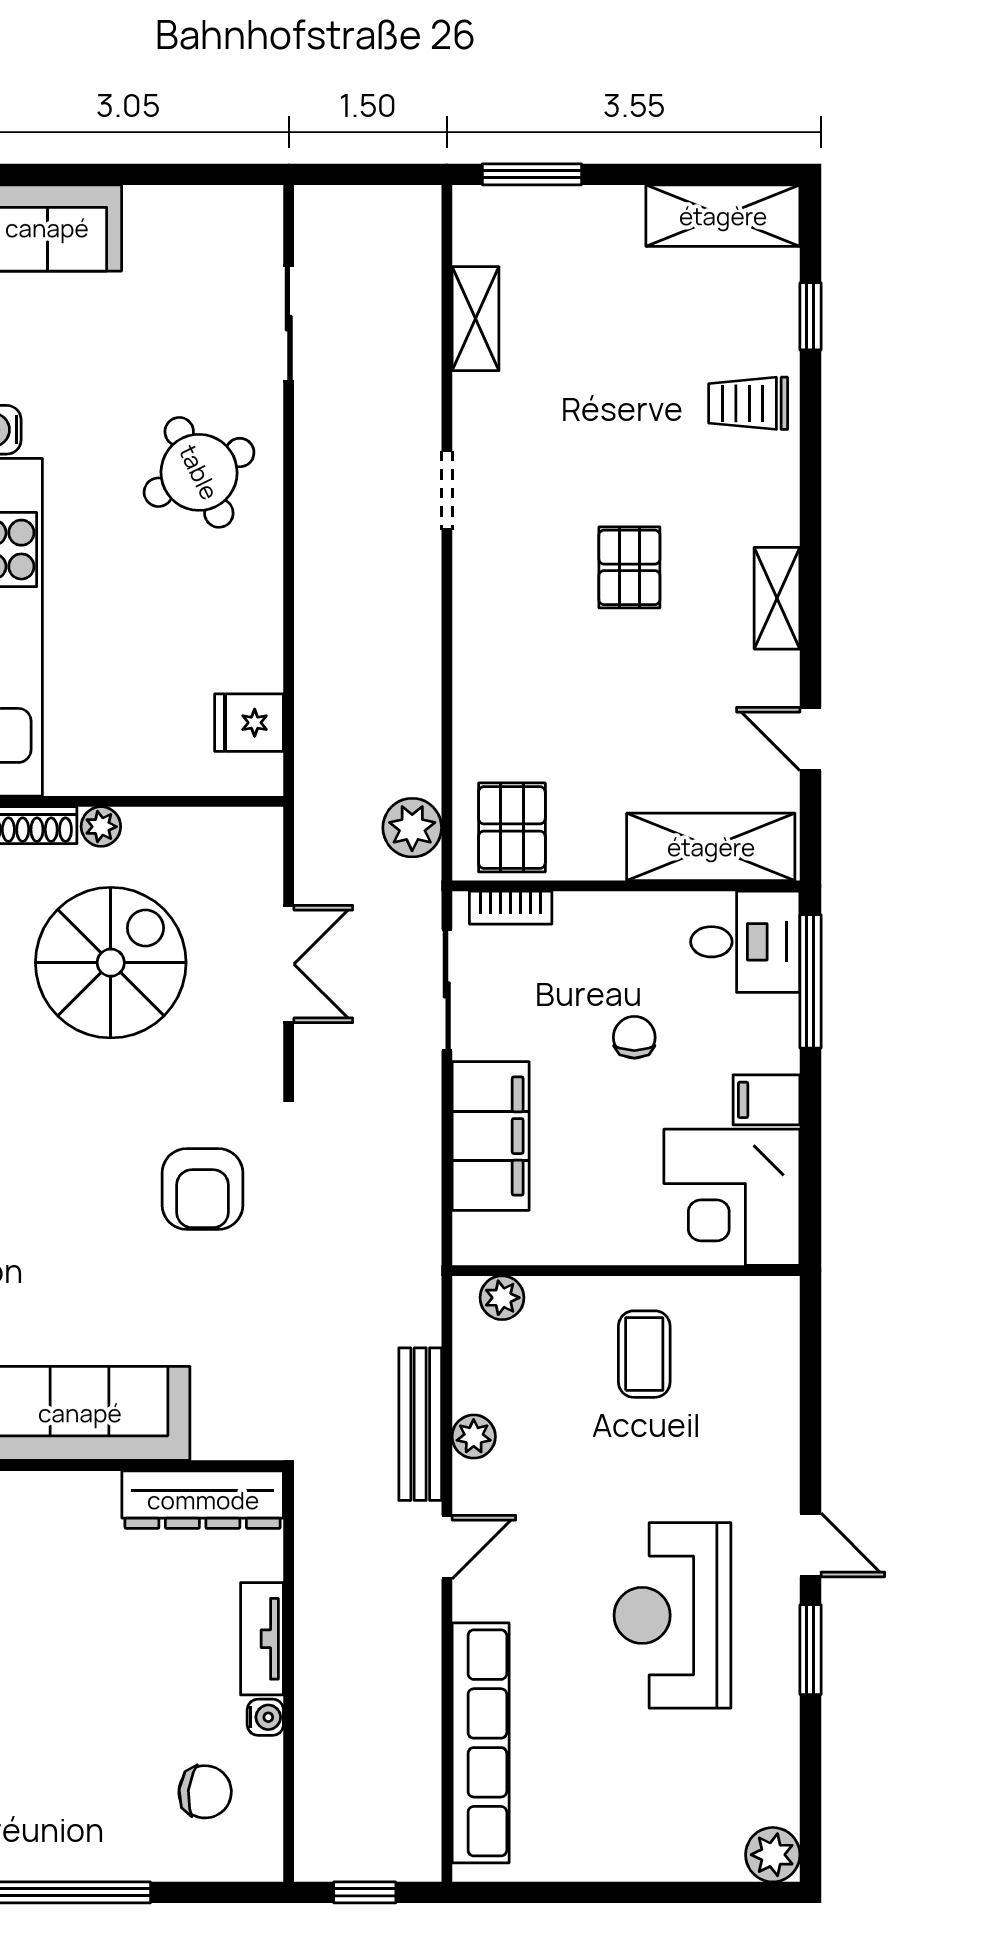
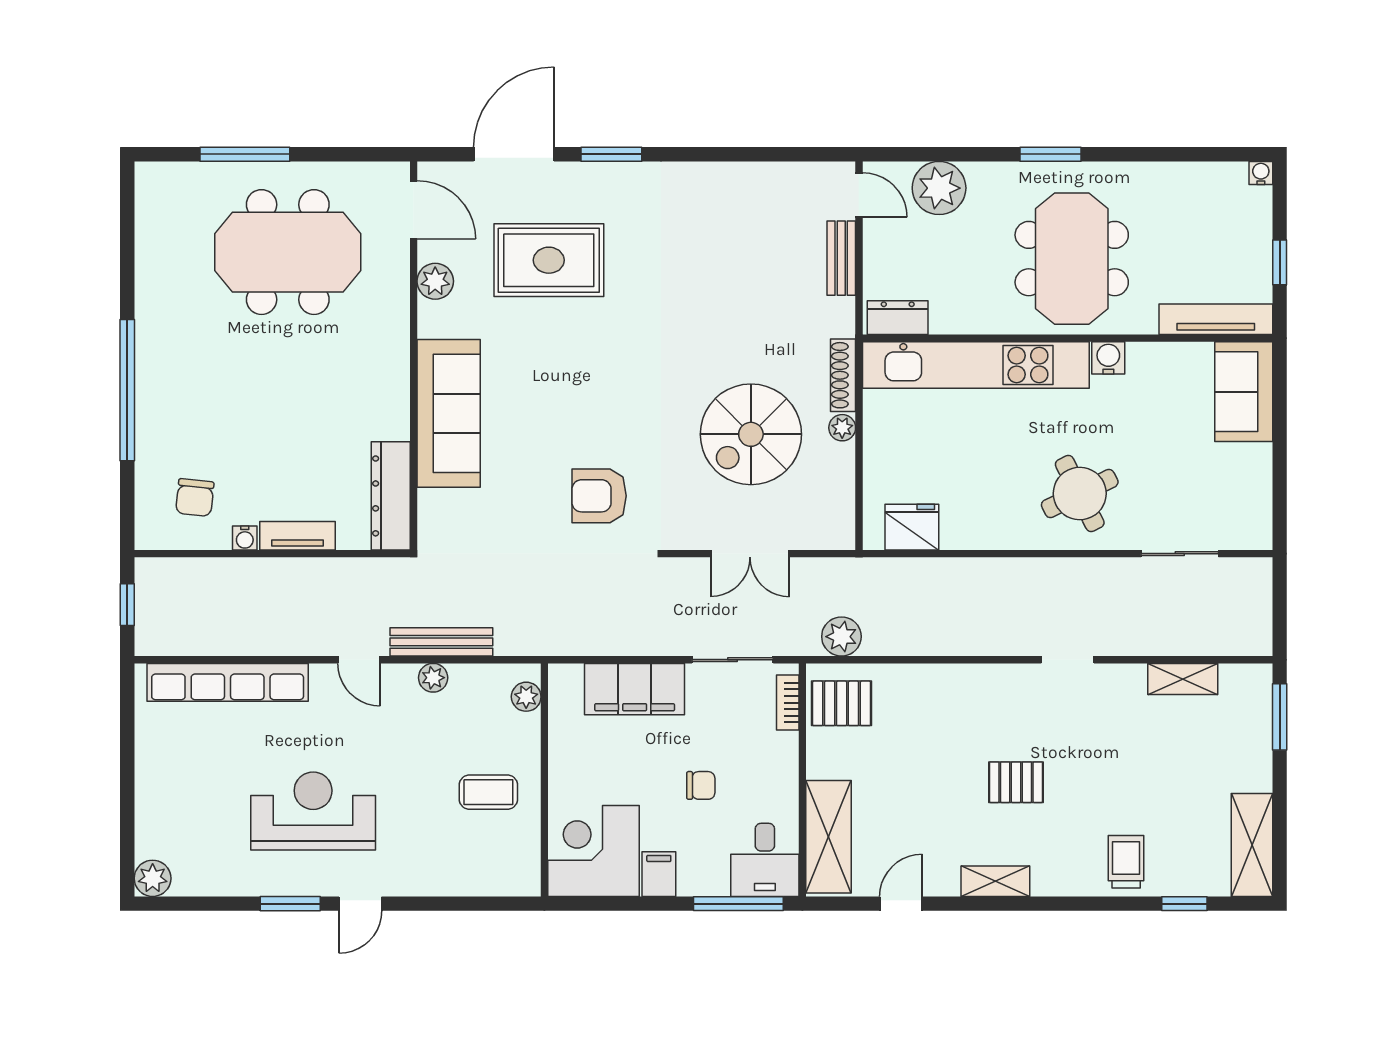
fridge: (249, 723) -> (912, 527), width x1.38
spiral stairs: (111, 963) -> (751, 434), turned 90

